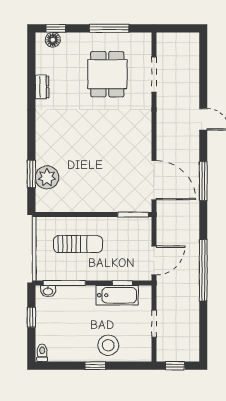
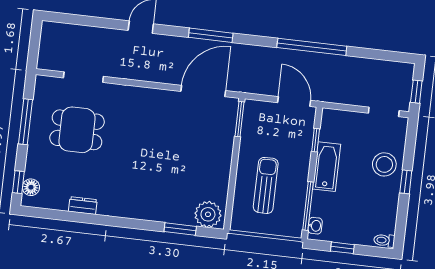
plant: (47, 177) -> (208, 214), moved
bathtub: (117, 295) -> (327, 167), moved
doorway: (154, 324) -> (384, 112), moved

